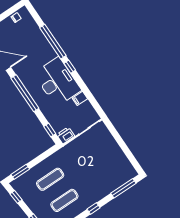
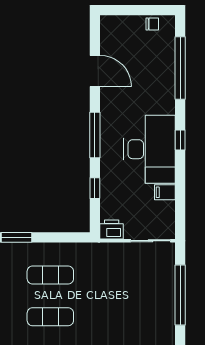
window: (53, 42) -> (180, 68), moved
window: (25, 93) -> (95, 135), width x0.68
window: (50, 130) -> (95, 188), moved
window: (123, 145) -> (180, 295), added

